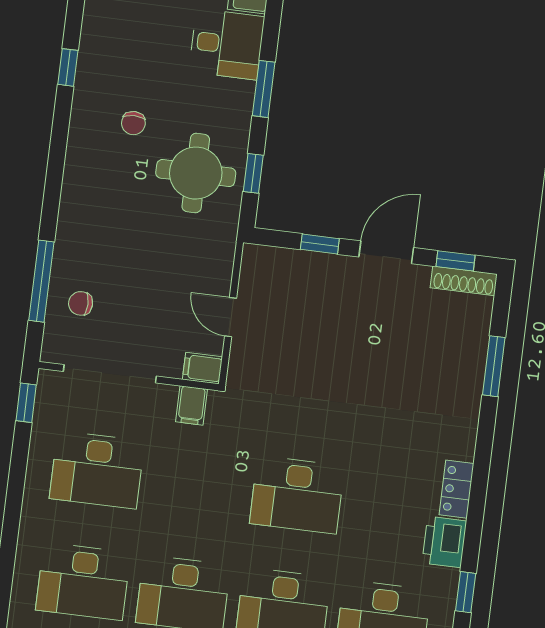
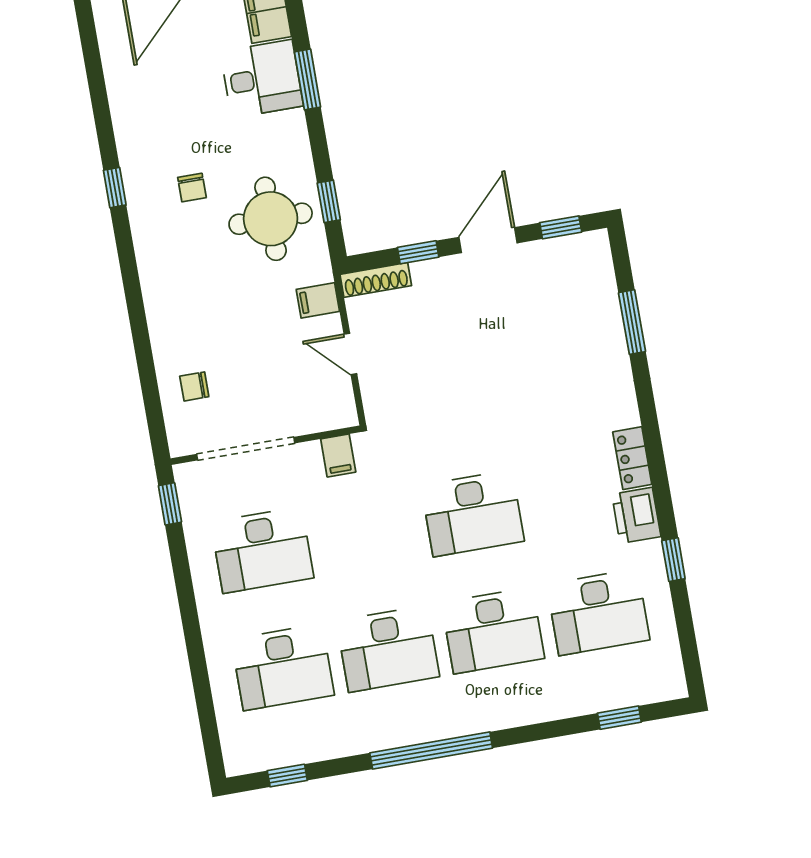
window: (68, 67) -> (115, 188), moved
window: (264, 89) -> (307, 79), moved
window: (41, 281) -> (148, 376), removed
shoe rack: (464, 281) -> (376, 280), moved
filing cabinet: (202, 368) -> (318, 300), moved

